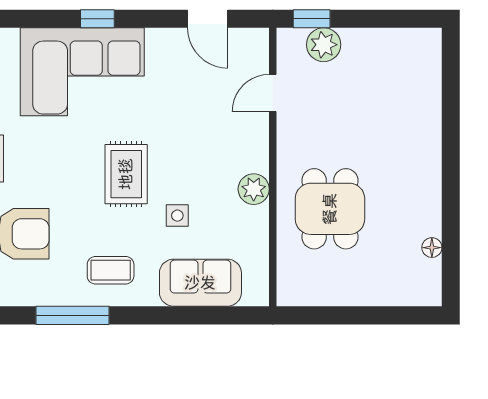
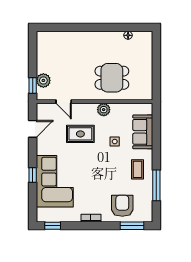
rug: (126, 174) -> (80, 134), moved

